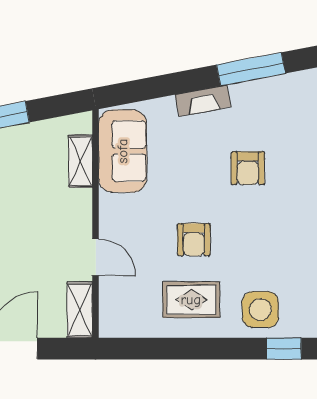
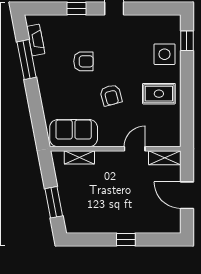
fireplace: (203, 101) -> (36, 40), moved
armchair: (194, 240) -> (111, 95), moved, turned 75
rug: (191, 300) -> (159, 94), turned 90

